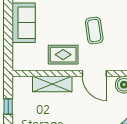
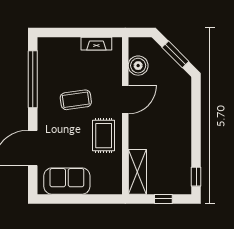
shelving: (52, 84) -> (137, 172), moved

